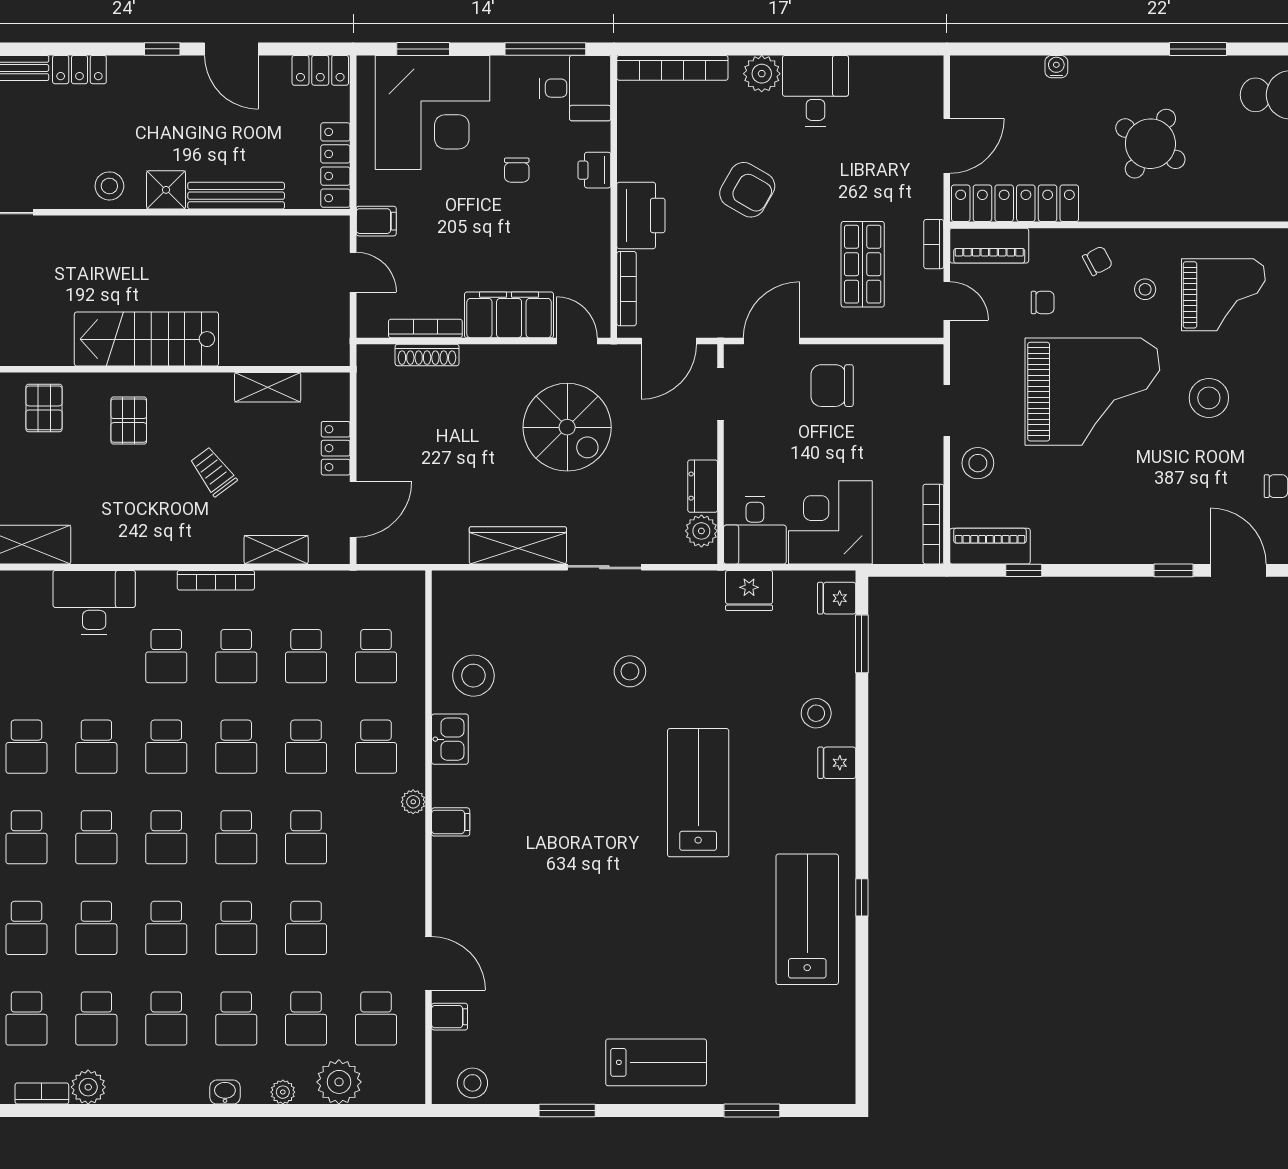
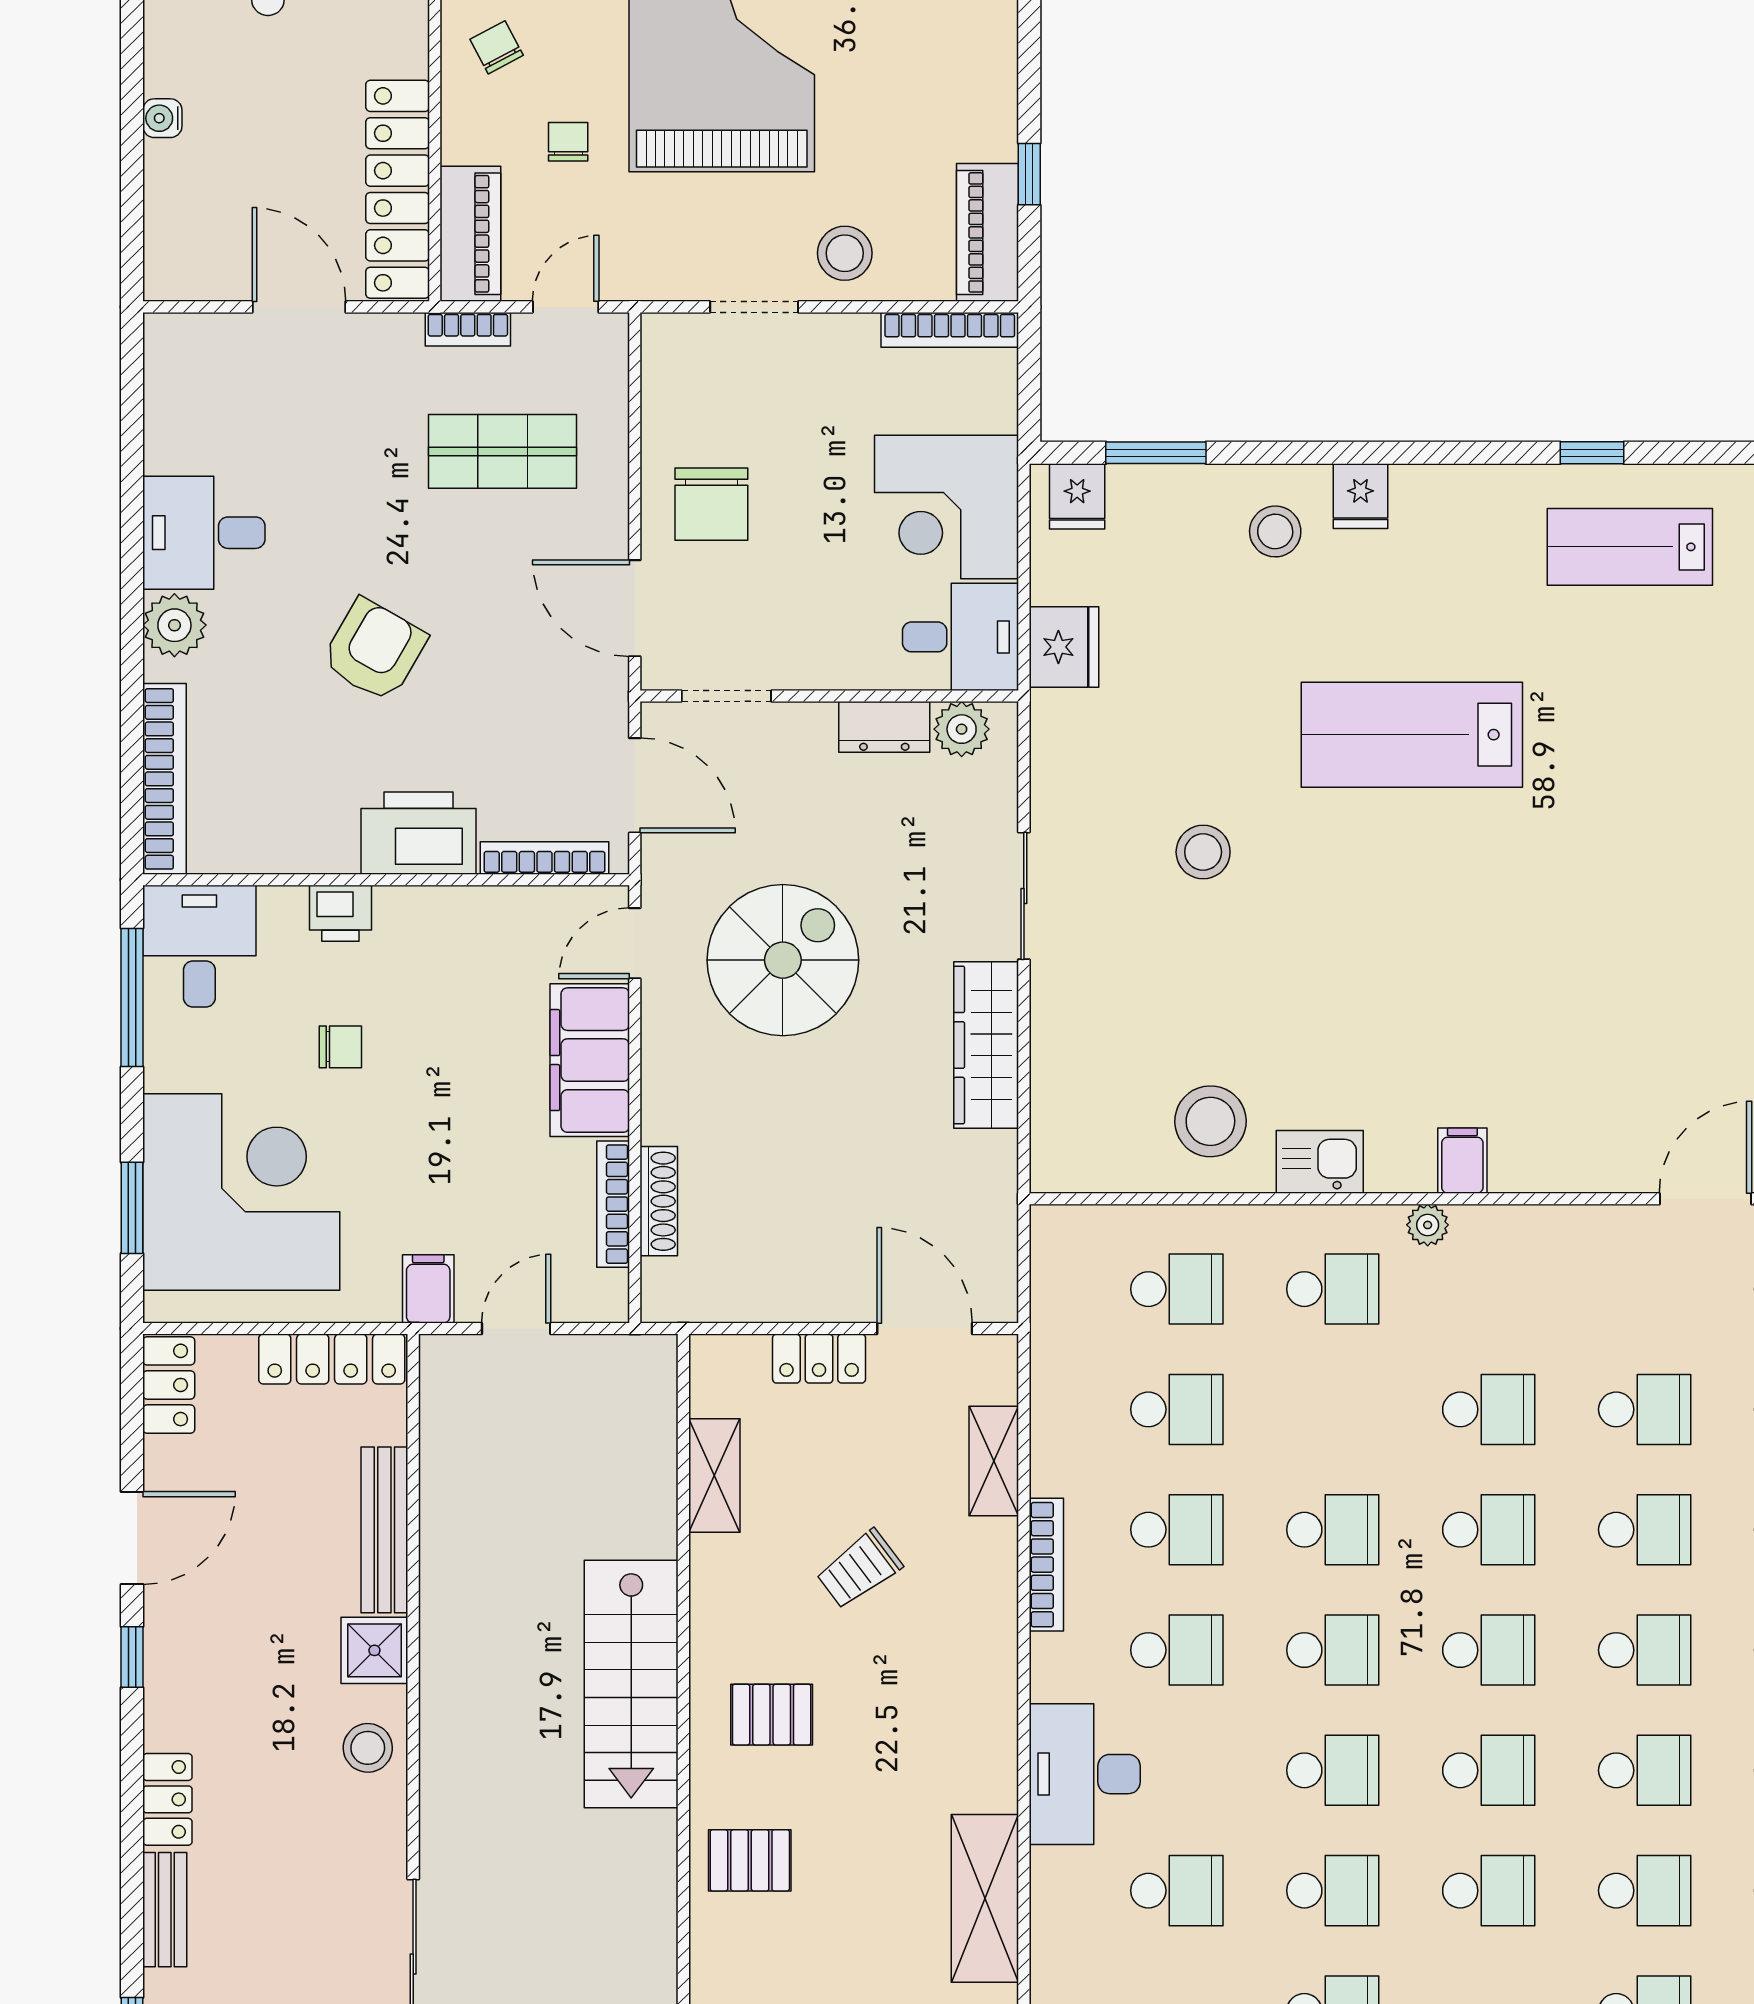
school desk: (306, 747) -> (1177, 1891), moved
lab bench: (807, 919) -> (1630, 547), width x0.73, depth x0.72

